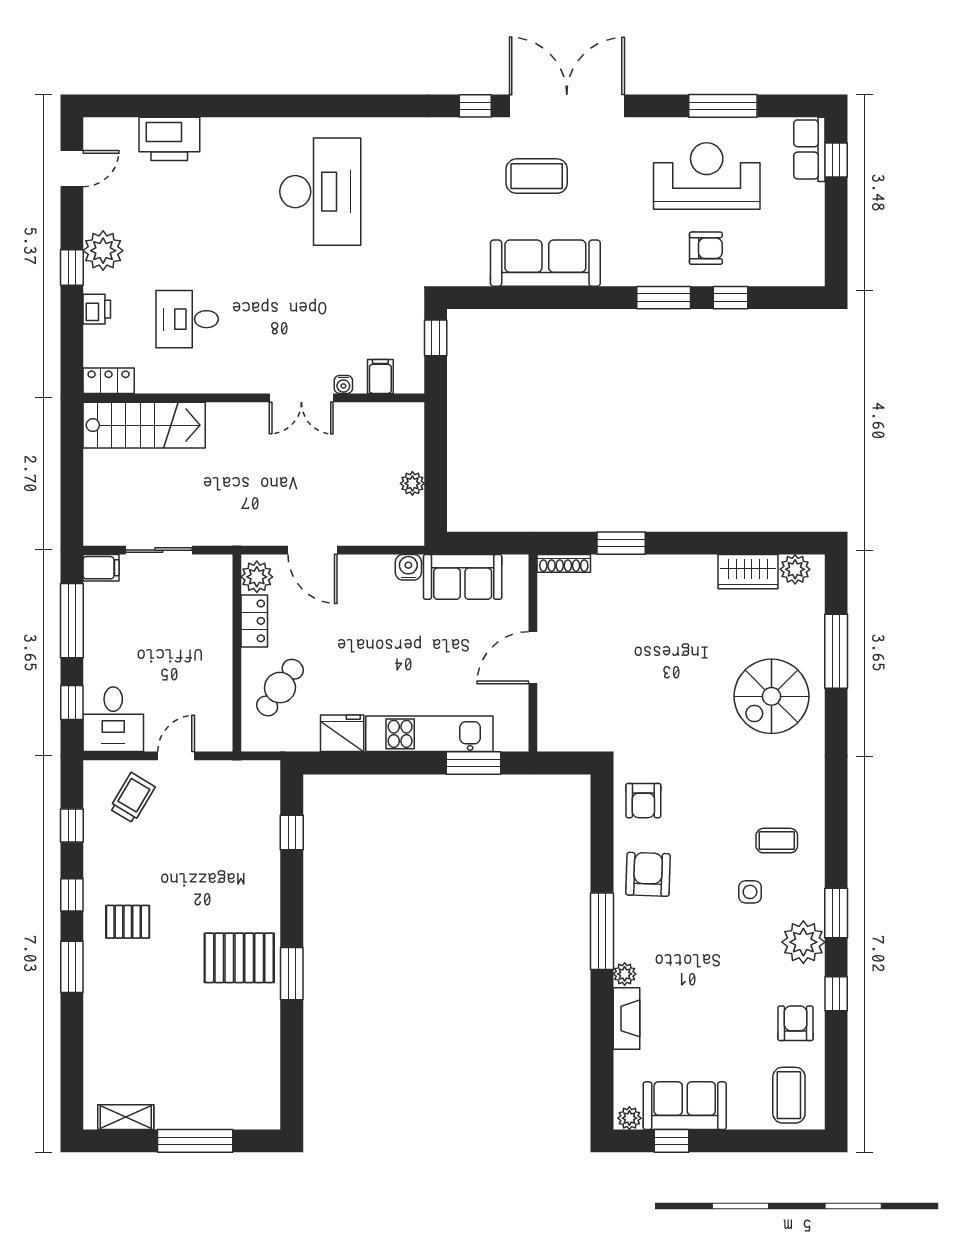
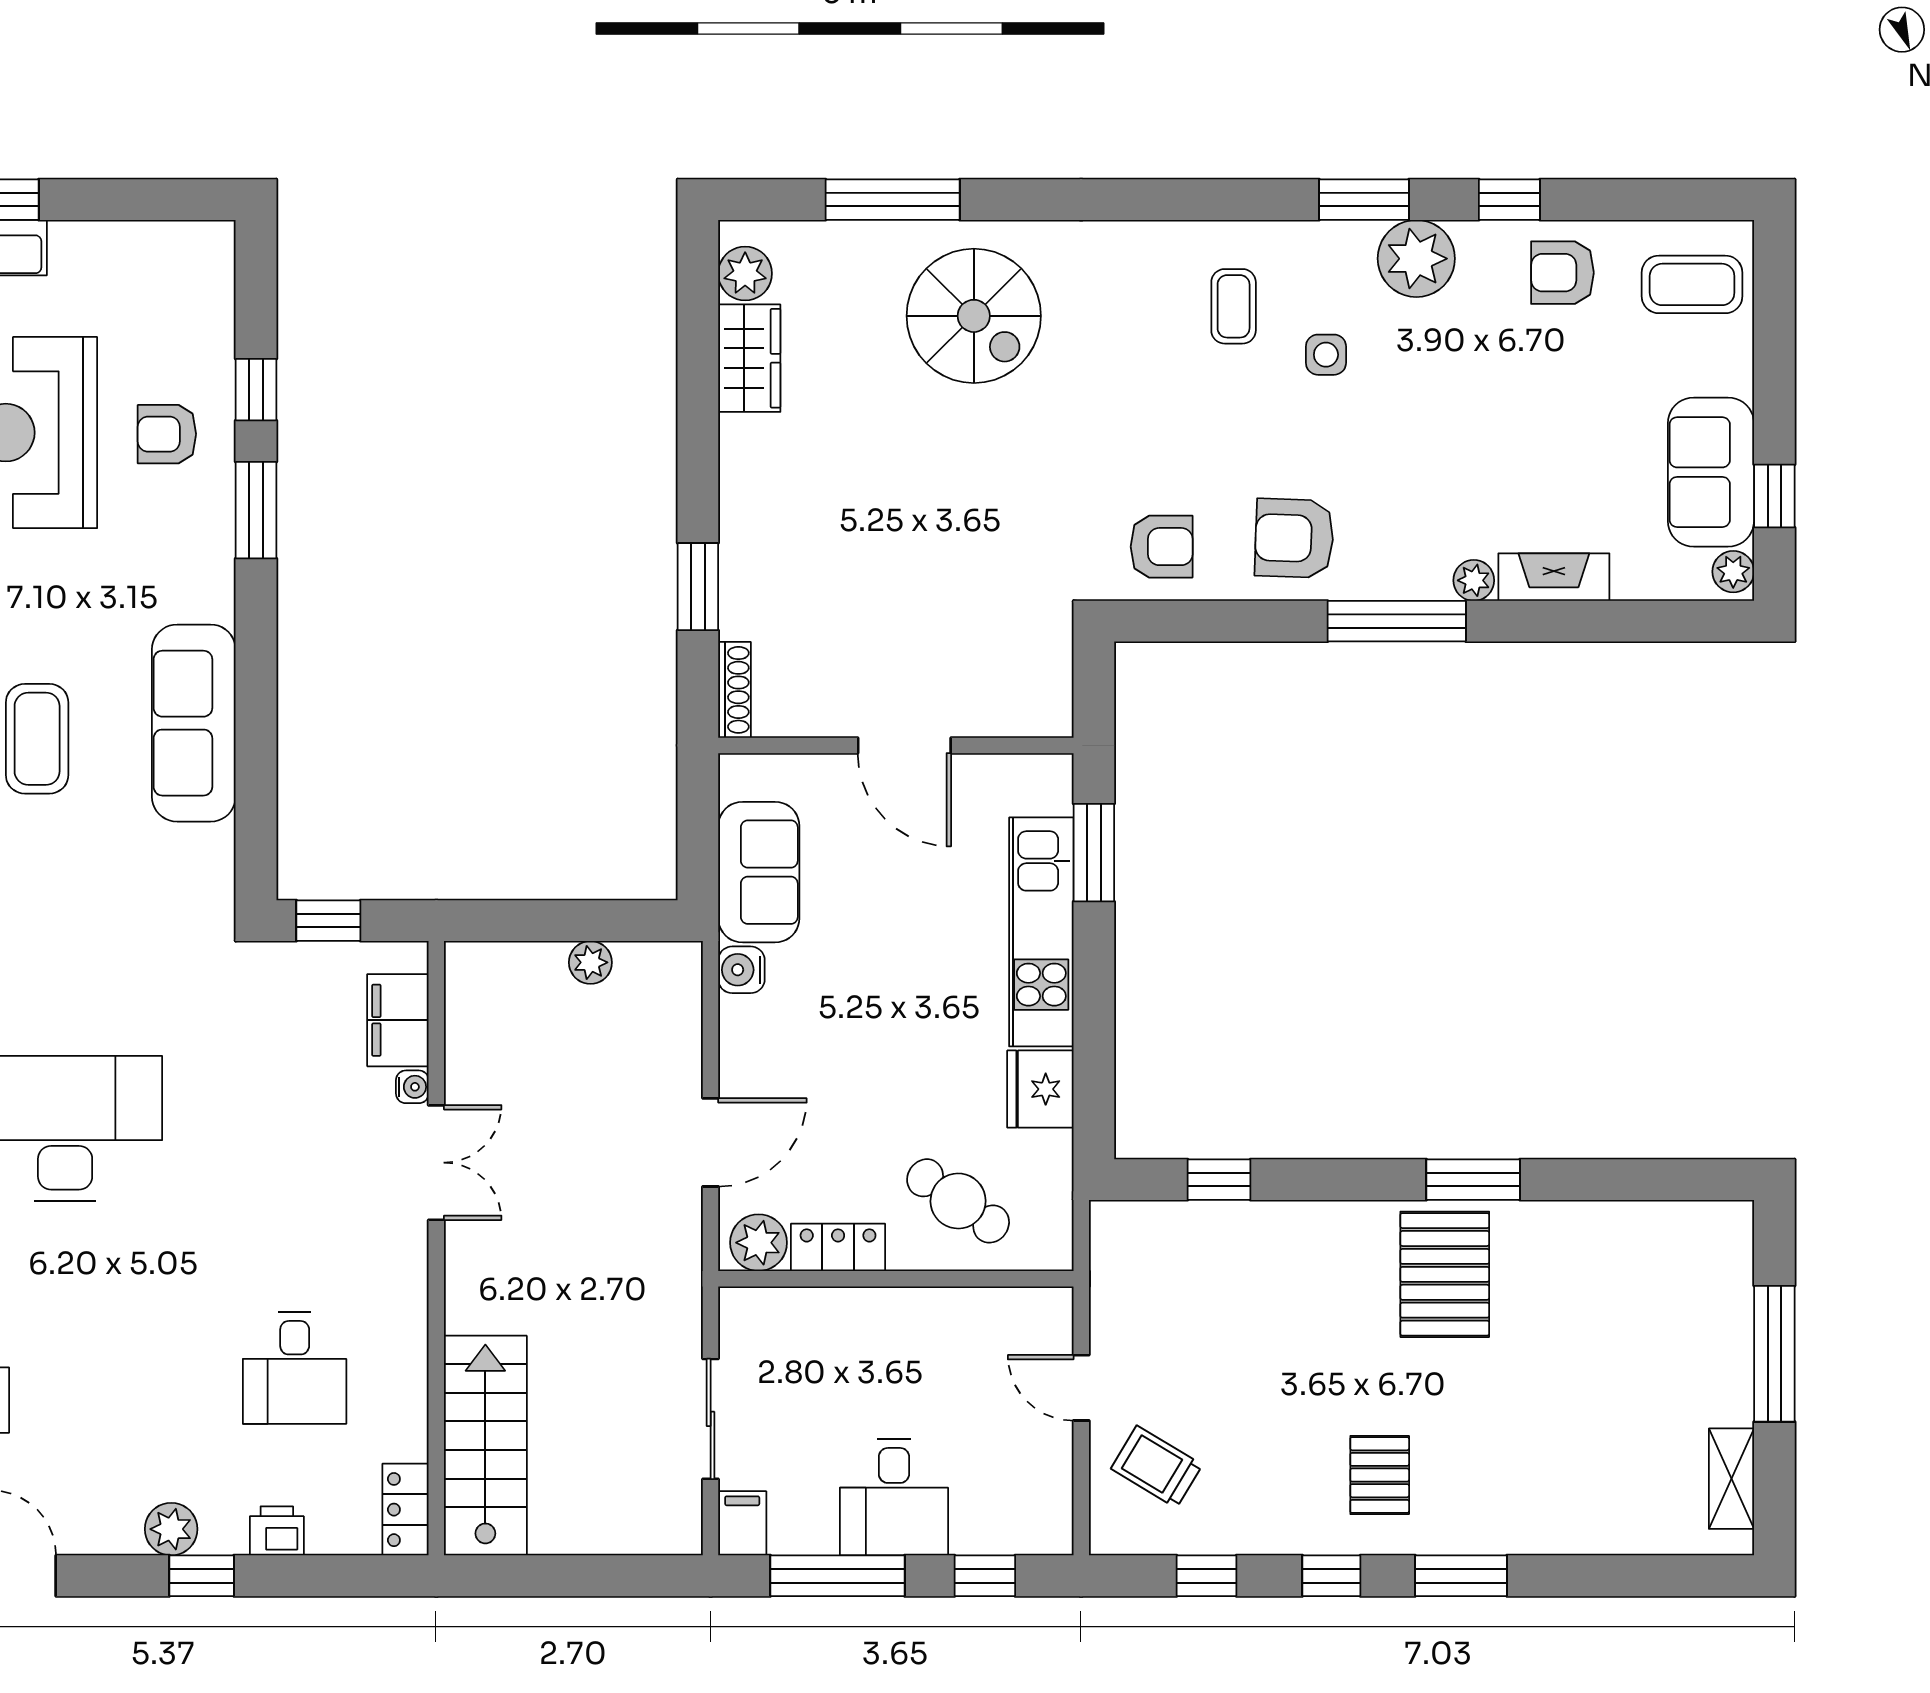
armchair: (706, 248) -> (167, 434), turned -90
plant: (103, 251) -> (171, 1529), width x0.73, depth x0.73
filing cabinet: (380, 376) -> (398, 1020), width x2.00
desk: (113, 719) -> (894, 1497), moved, turned 90

